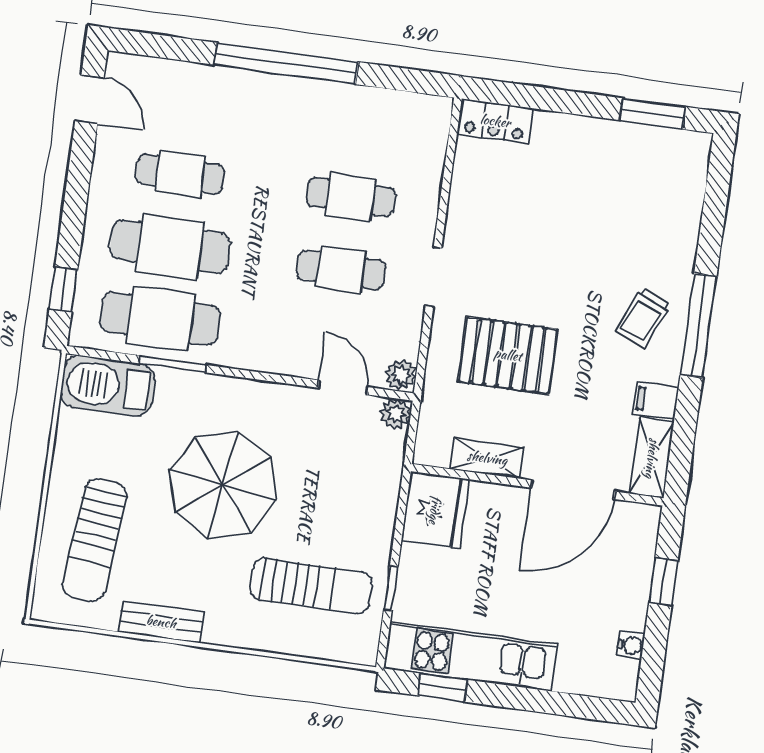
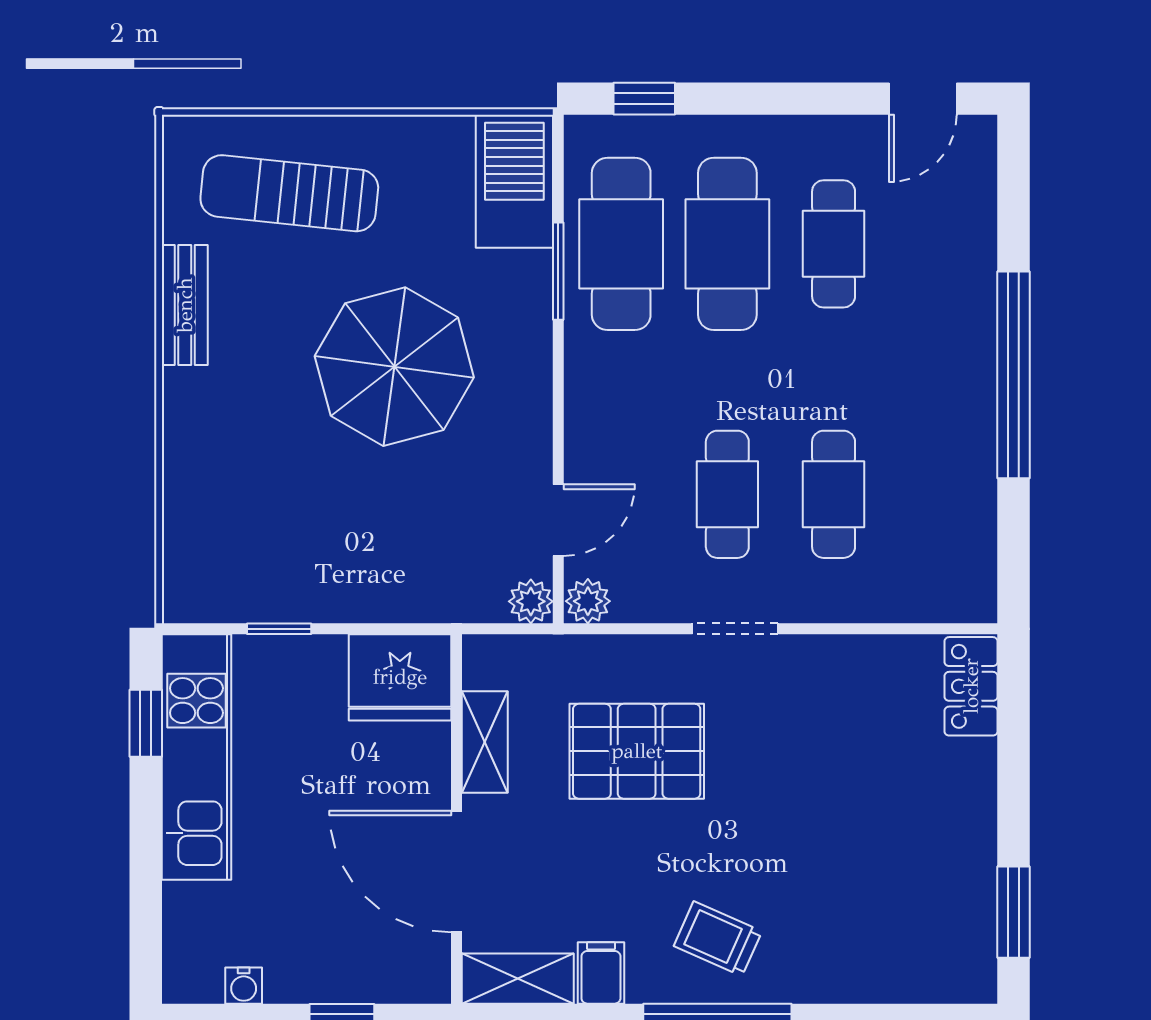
pallet: (508, 355) -> (637, 751), turned 90
sun lounger: (311, 586) -> (266, 514), removed

